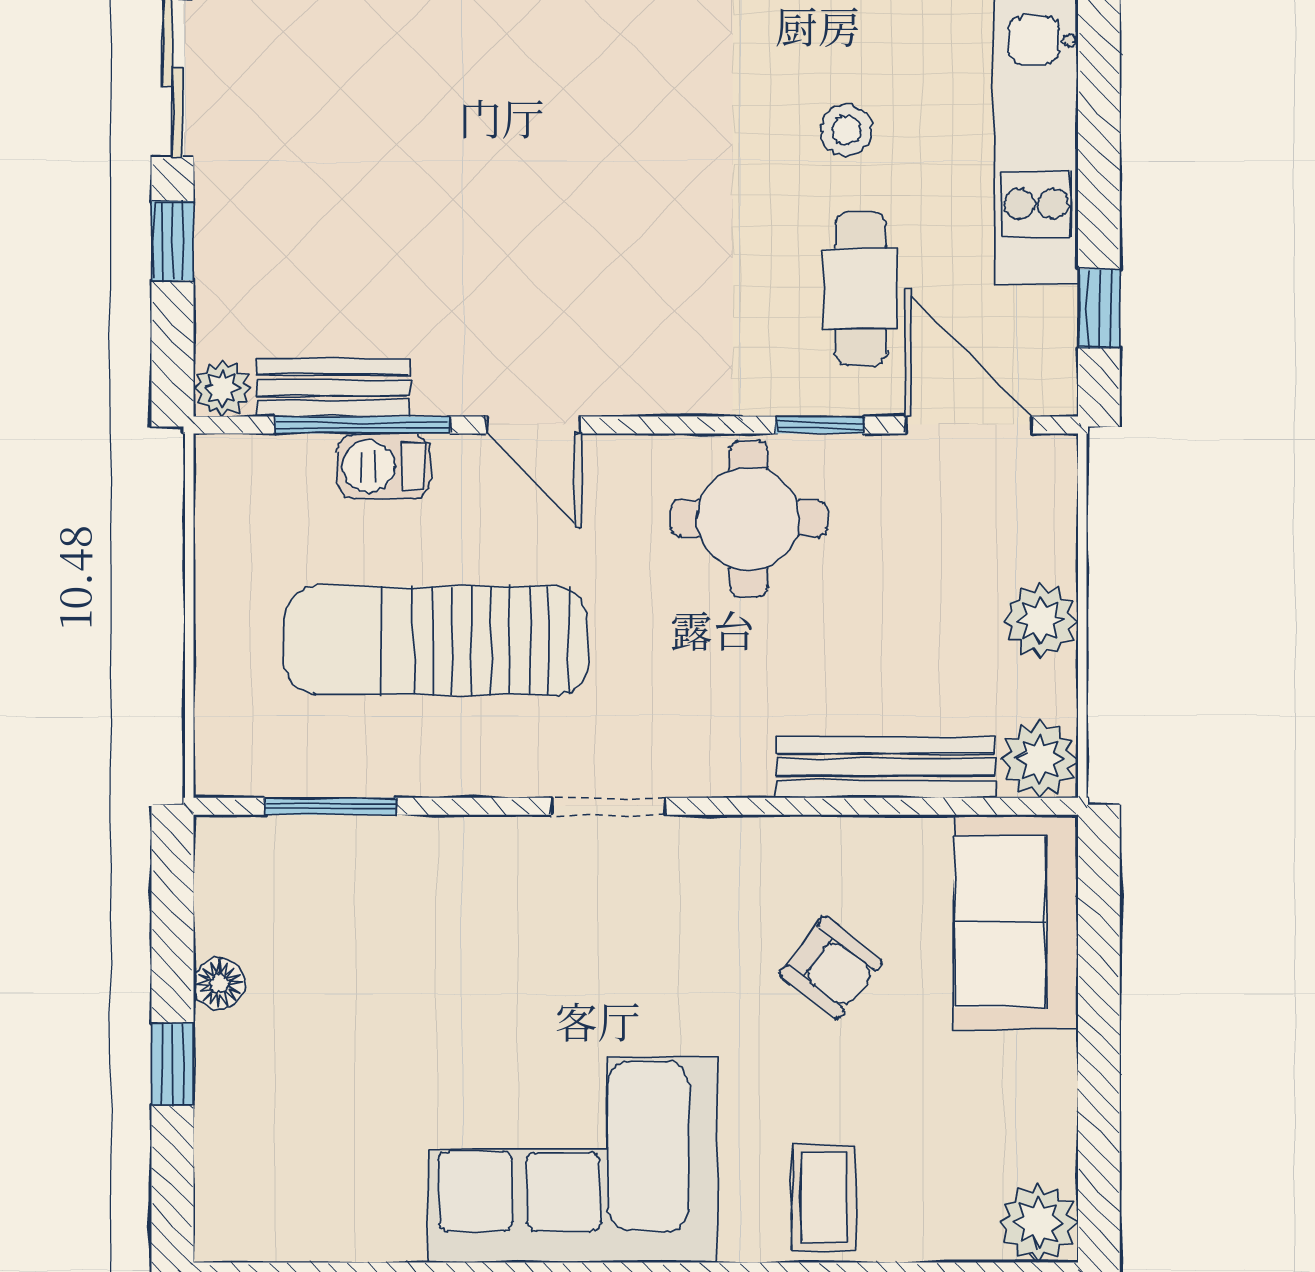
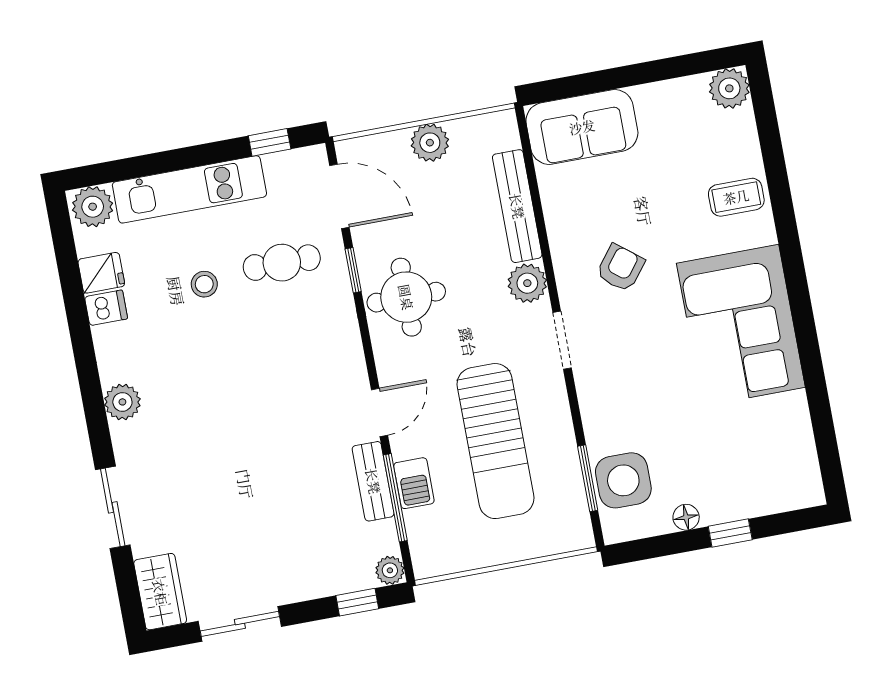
window: (173, 241) -> (357, 602), moved
bench: (333, 388) -> (373, 481), moved
door: (969, 425) -> (339, 196), swing flipped
plant: (1039, 759) -> (527, 283), moved
side table: (313, 875) -> (623, 480), added
armchair: (831, 968) -> (620, 268), moved

